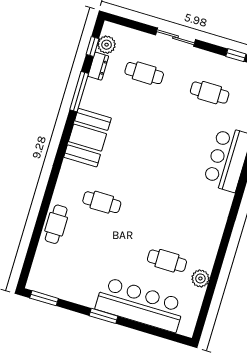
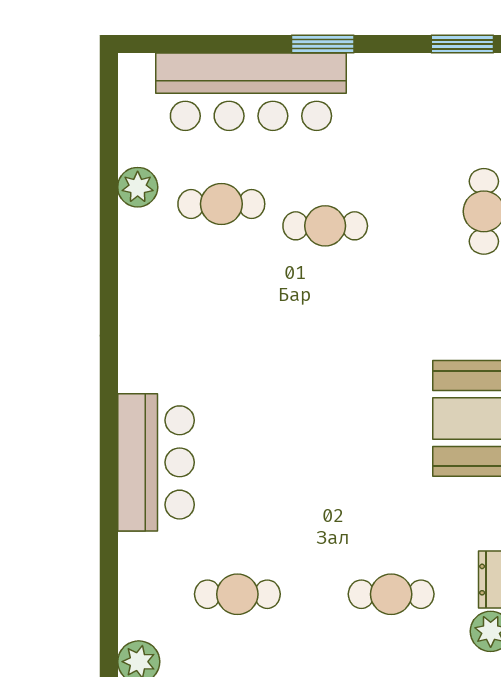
cafe table: (102, 202) -> (325, 226), moved

